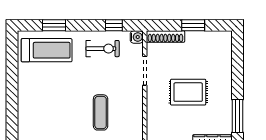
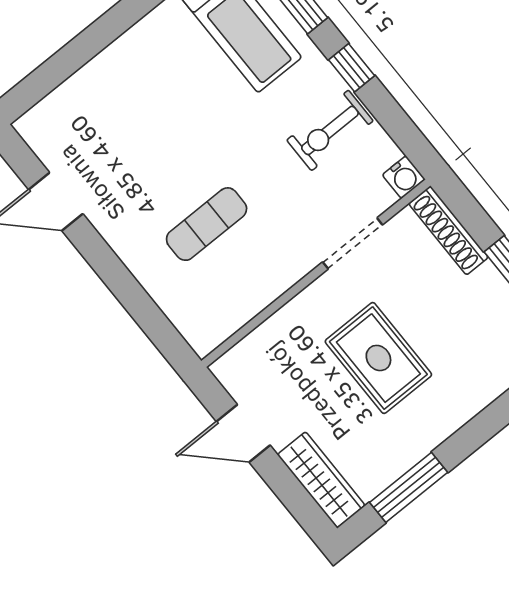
window: (114, 25) -> (352, 68), moved
exercise bike: (103, 49) -> (330, 130), turned 90

